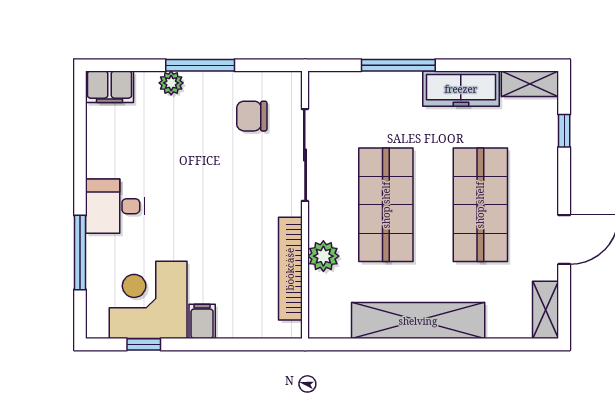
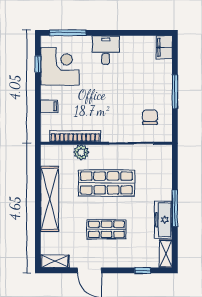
window: (398, 65) -> (175, 208), moved
plant: (171, 83) -> (166, 78), removed
shop shelf: (480, 205) -> (106, 229), width x0.70, depth x0.74
window: (80, 253) -> (68, 33), moved
filing cabinet: (202, 321) -> (49, 106), moved

